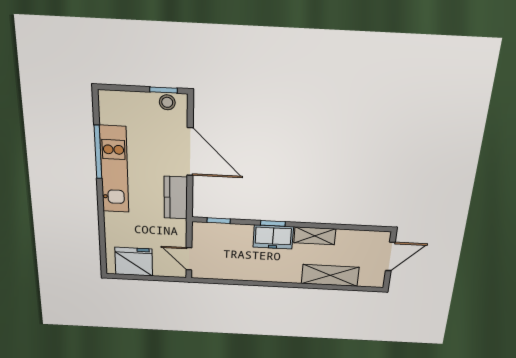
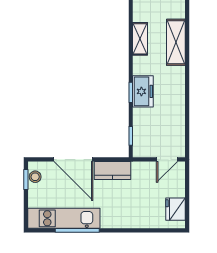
door: (190, 152) -> (73, 159), swing flipped
kitchen unit: (114, 170) -> (64, 218), moved
shelving: (315, 236) -> (140, 39), moved
fridge: (134, 262) -> (176, 209), width x0.73, depth x0.75

